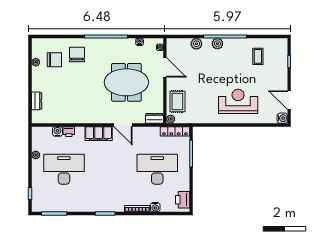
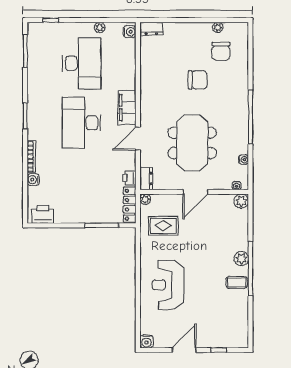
plant: (196, 44) -> (241, 201), moved
chair: (77, 55) -> (198, 80), moved
coffee table: (258, 56) -> (237, 282), moved
door: (165, 67) -> (195, 192), moved
door: (289, 100) -> (184, 350), moved
dresser: (37, 101) -> (151, 29), moved
rug: (177, 101) -> (163, 226), moved
reception desk: (238, 101) -> (168, 285), turned 180
water cooler: (57, 131) -> (130, 32), moved
printer: (69, 132) -> (129, 178), moved
desk: (157, 169) -> (82, 123), moved, turned 180

